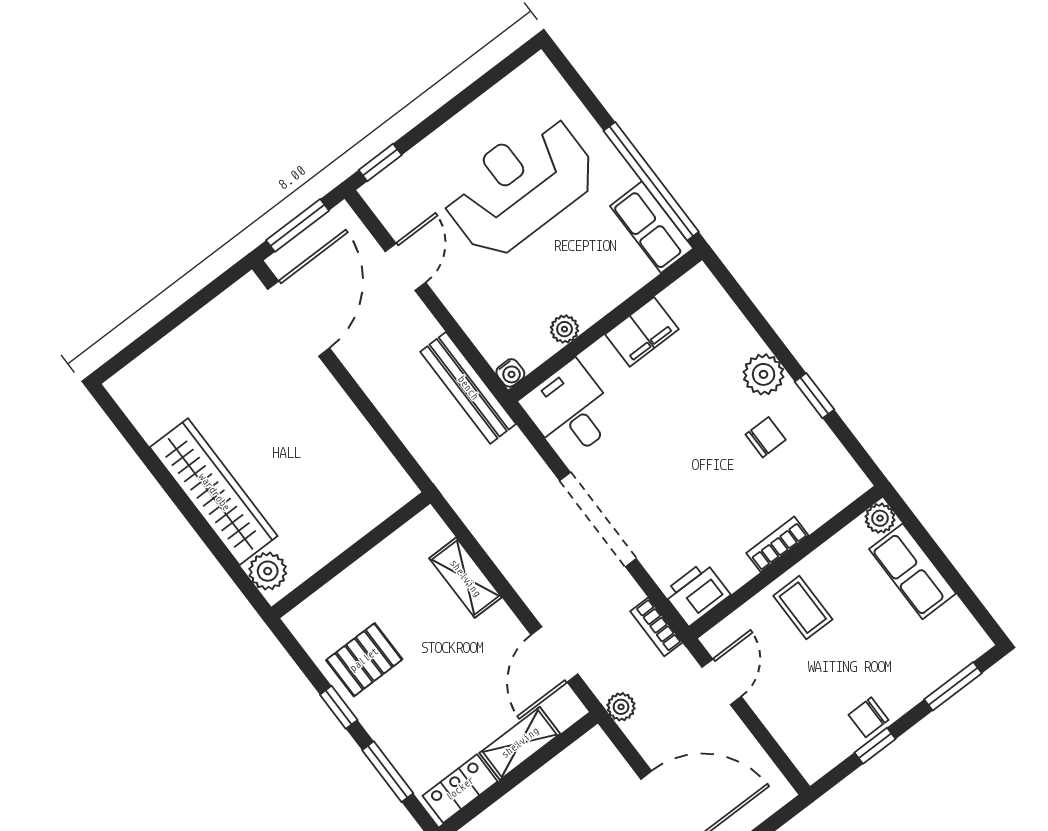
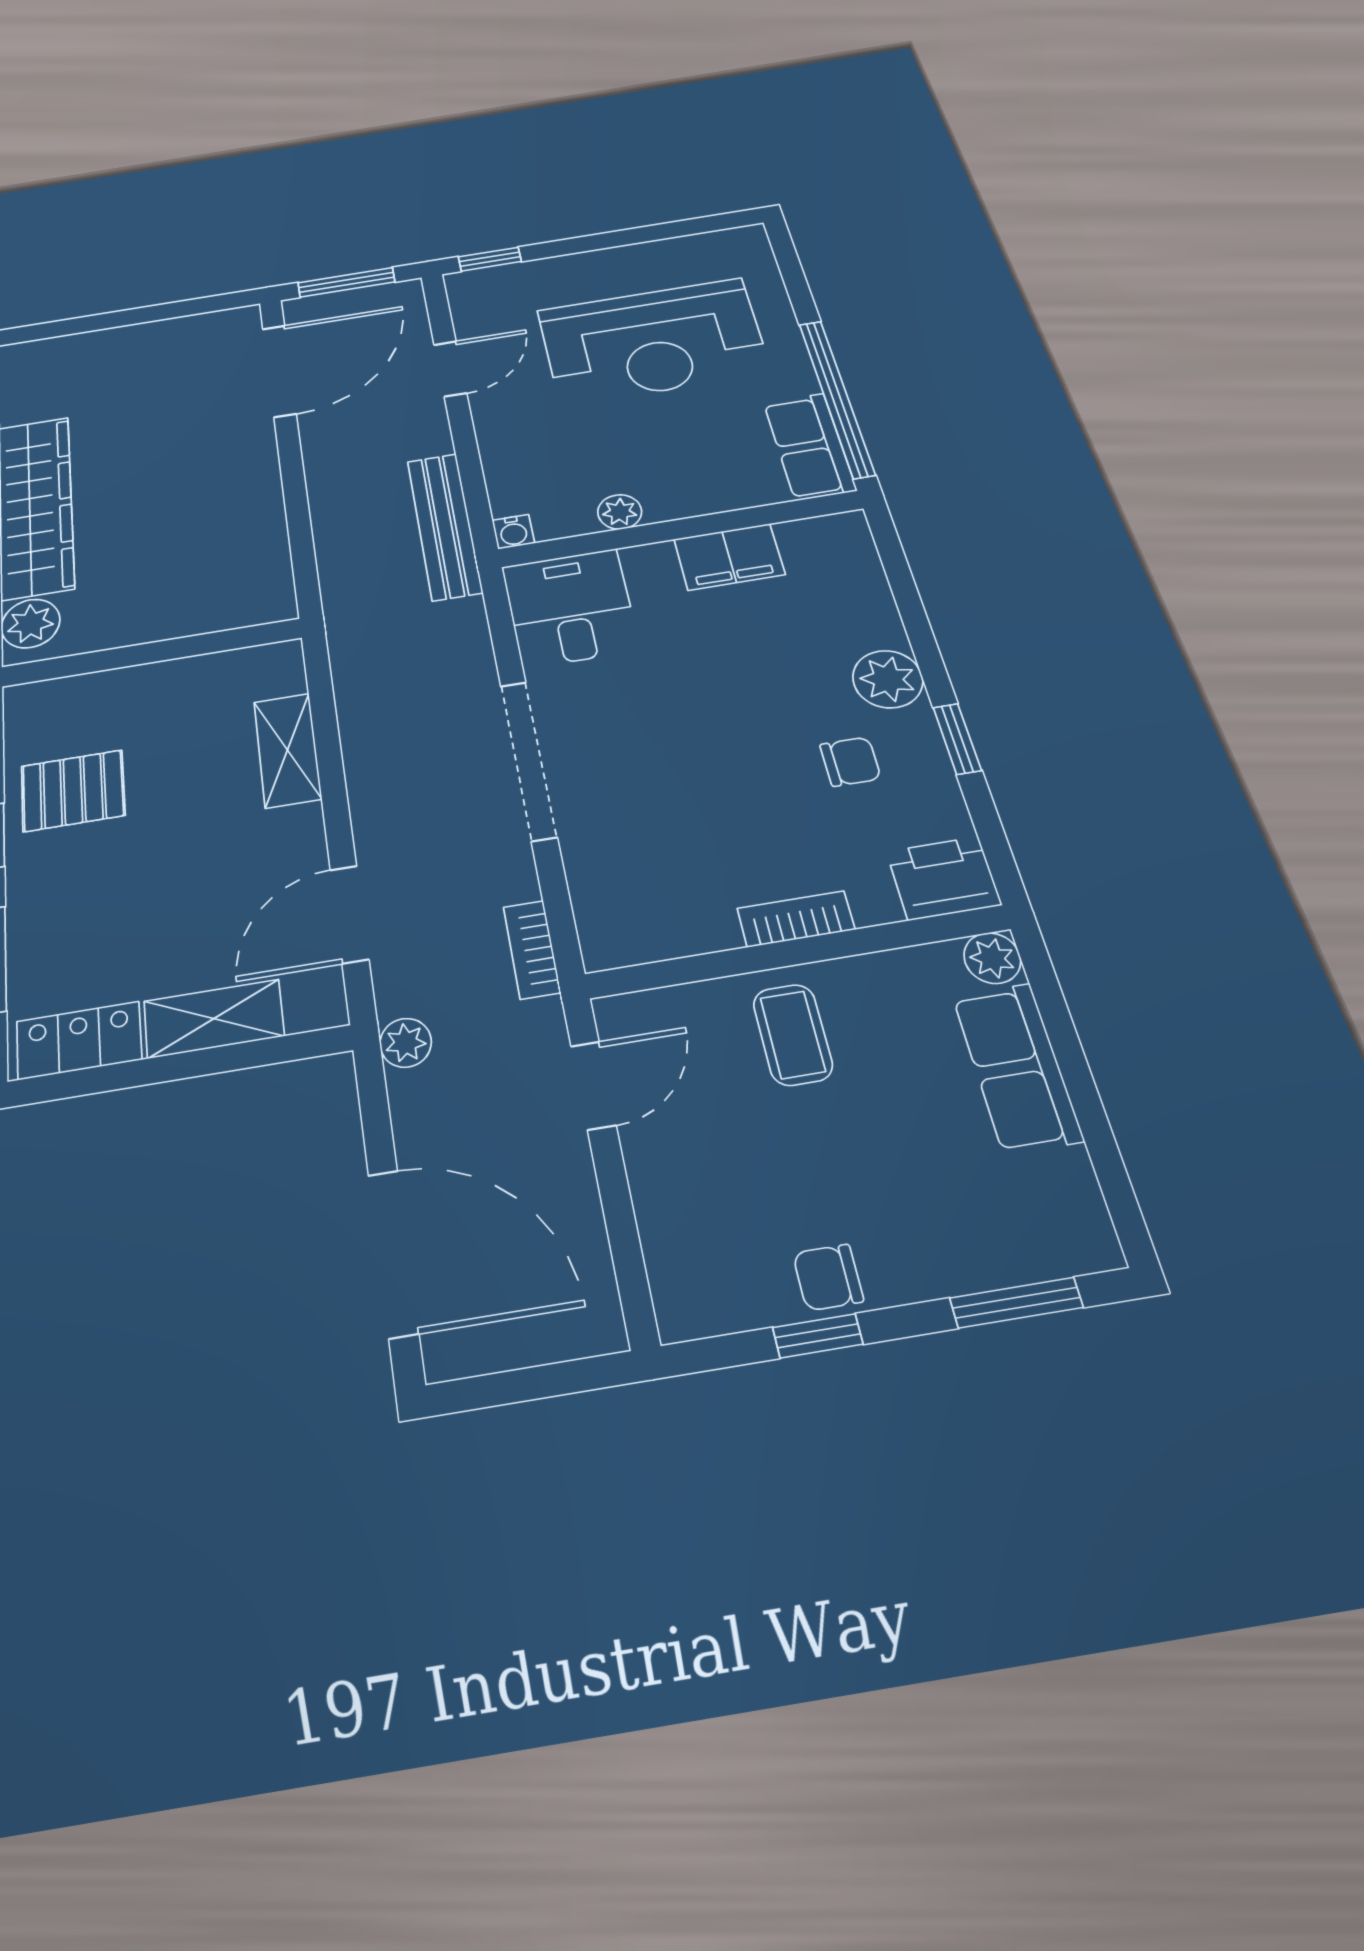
reception desk: (520, 186) -> (653, 341), turned 180
printer: (697, 594) -> (944, 878), moved

